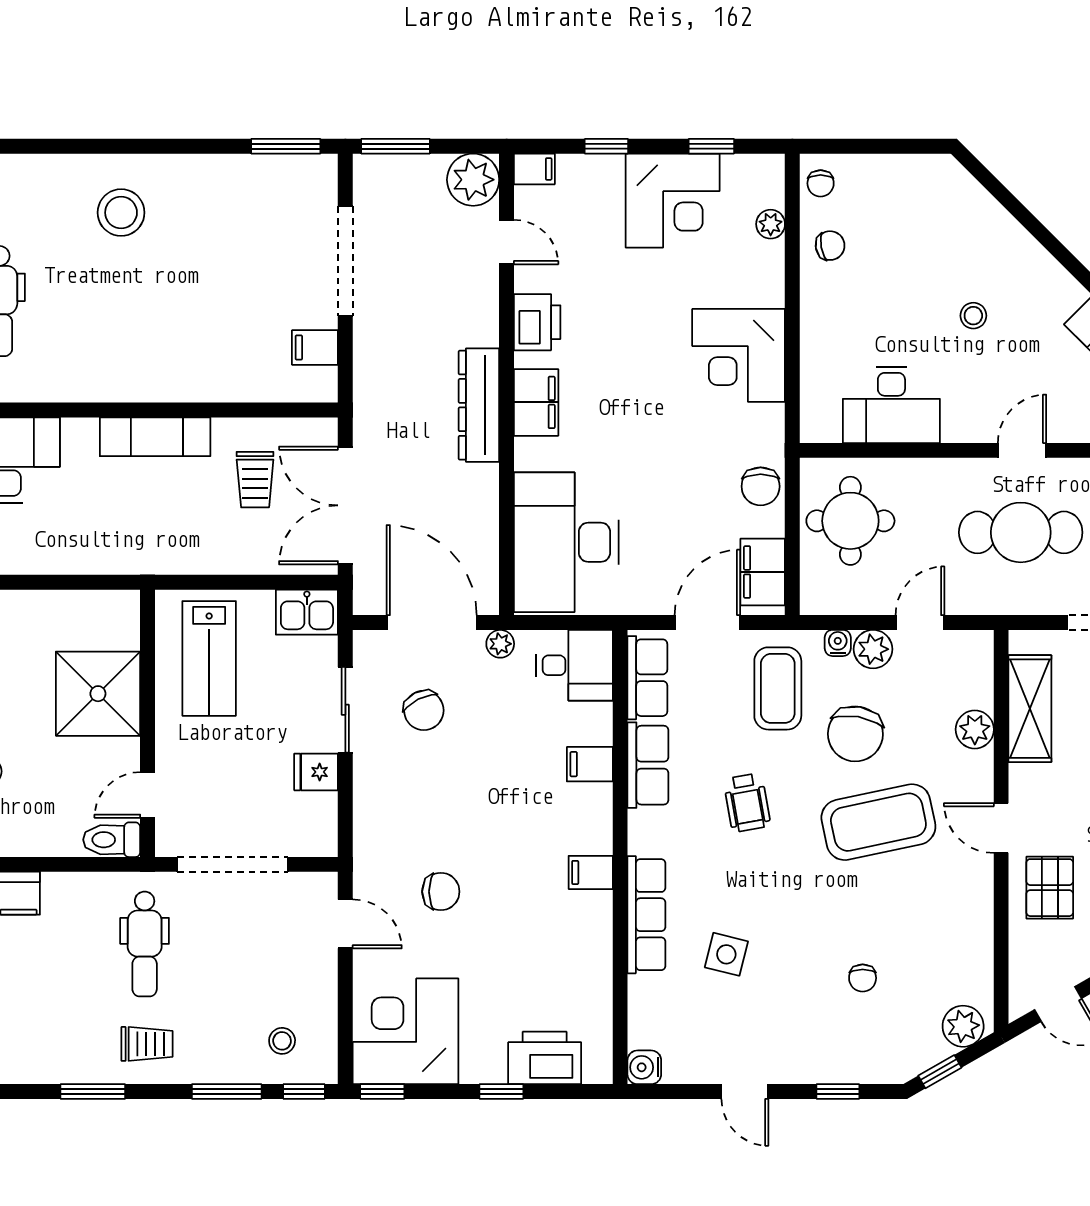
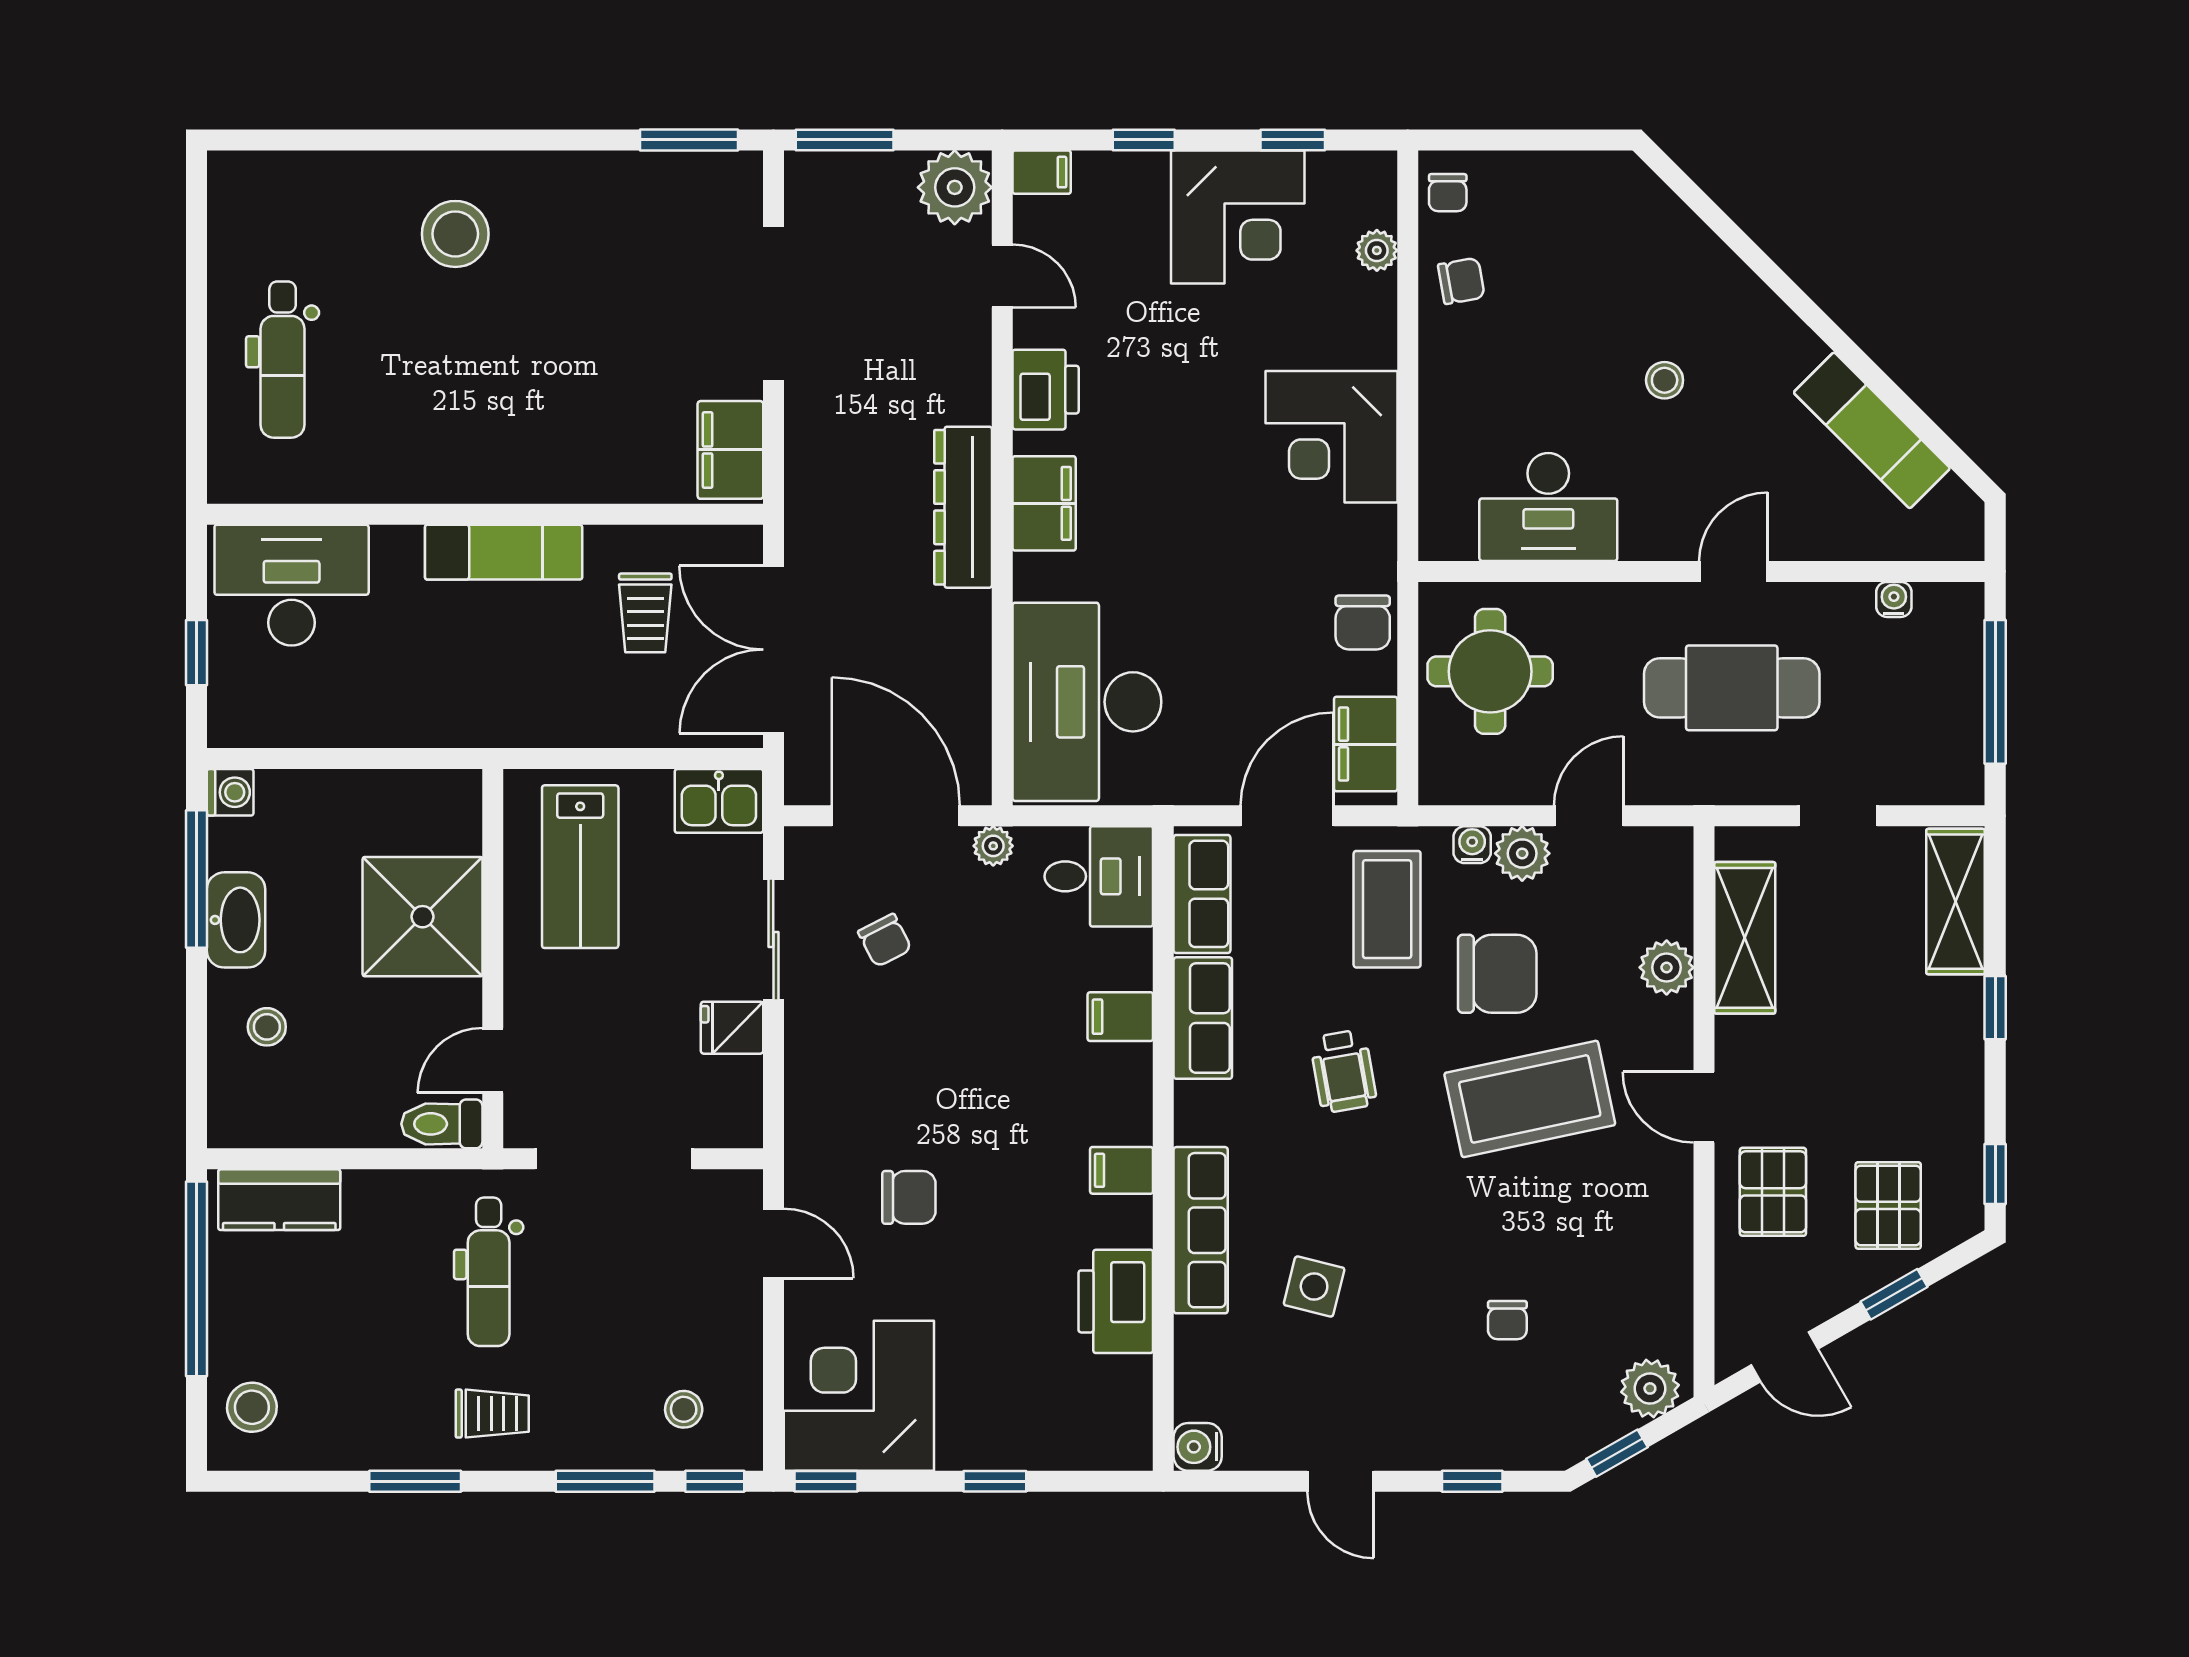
filing cabinet: (315, 348) -> (730, 450), width x2.00
chair: (424, 710) -> (885, 940), width x0.73, depth x0.73
chair: (855, 734) -> (1497, 974), turned -100
printer: (545, 1058) -> (1116, 1301), moved, turned -90

